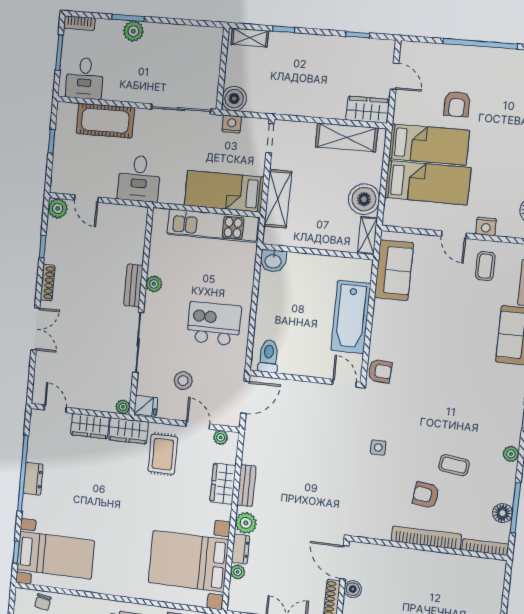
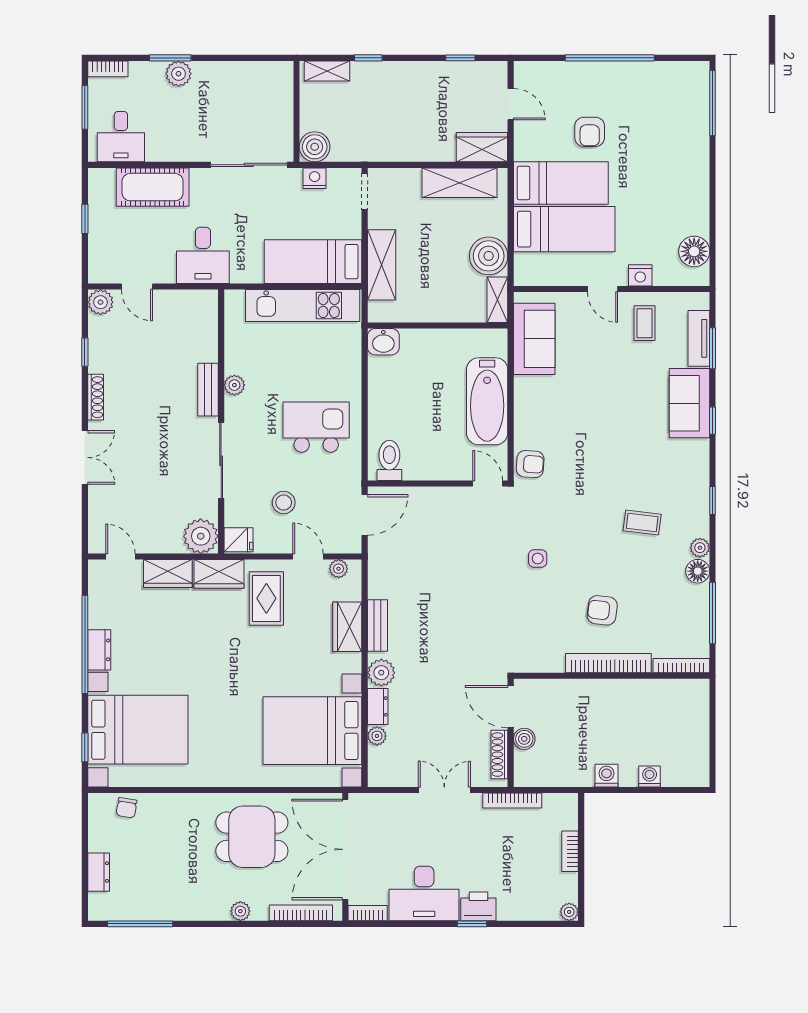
plant: (123, 407) -> (201, 536), width x1.88, depth x1.88
coffee table: (454, 465) -> (642, 523), moved
floor lamp: (502, 513) -> (698, 571), moved
bed with nightstands: (56, 555) -> (138, 730), width x1.36

